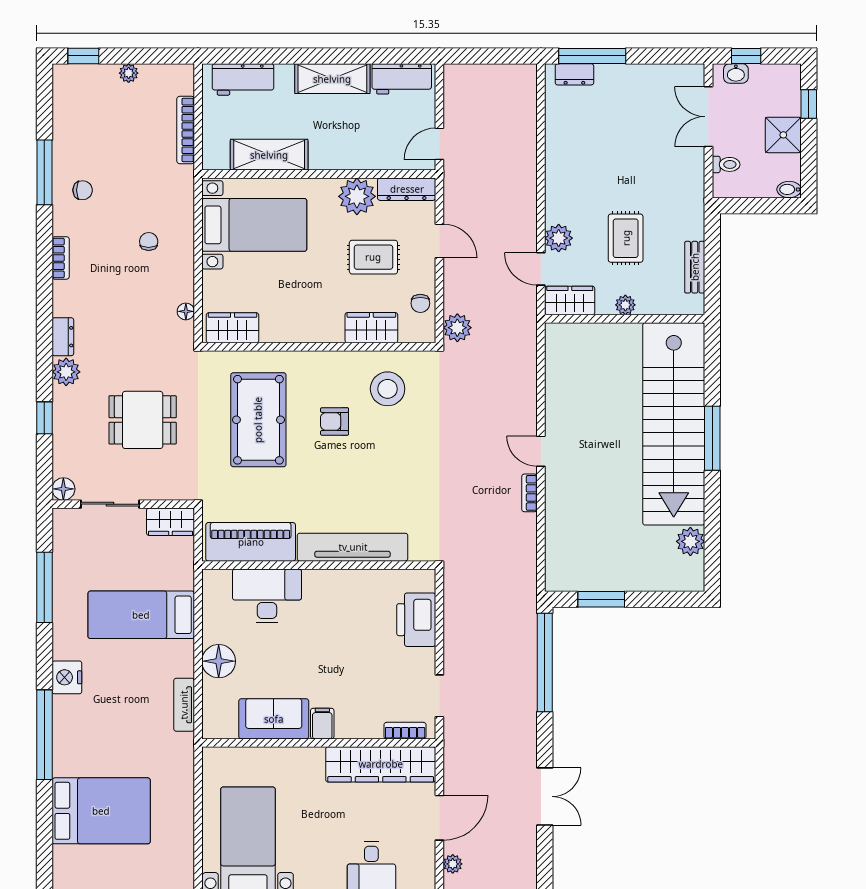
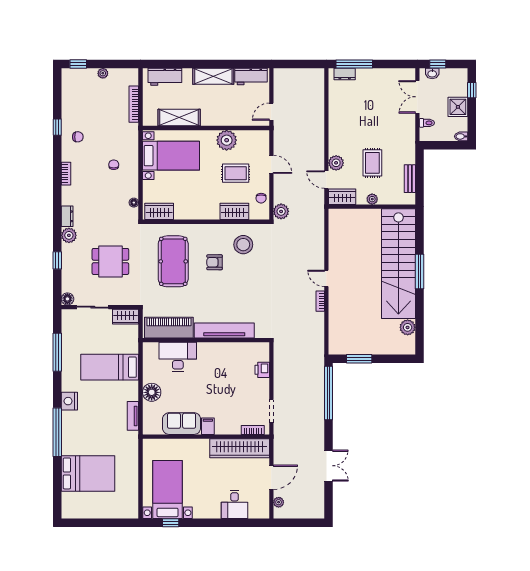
window: (44, 172) -> (57, 127), width x0.46
dresser: (407, 189) -> (254, 136), removed
printer: (416, 620) -> (262, 370), width x0.53, depth x0.68

